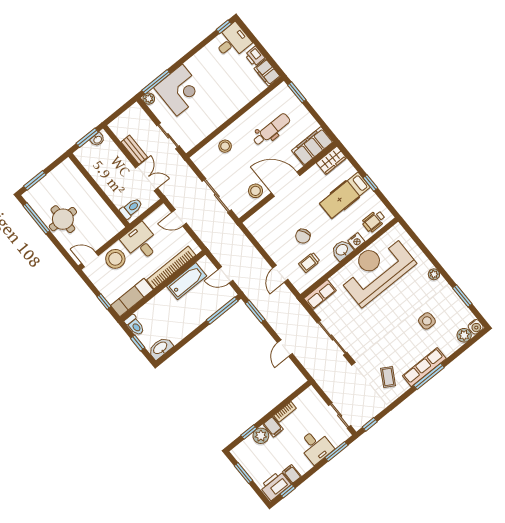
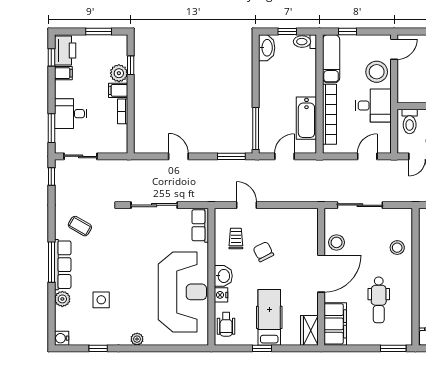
wheelchair: (374, 221) -> (226, 324), turned 180
window: (462, 296) -> (98, 348), width x0.67
plant: (464, 335) -> (62, 299), moved

